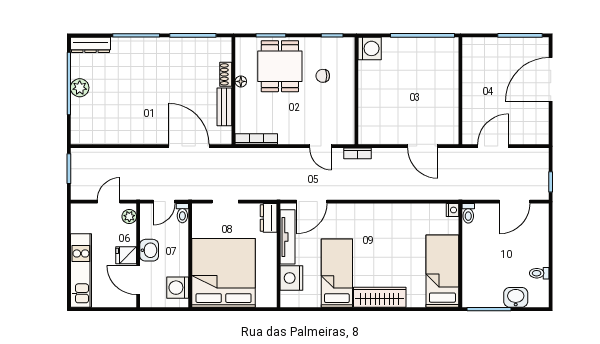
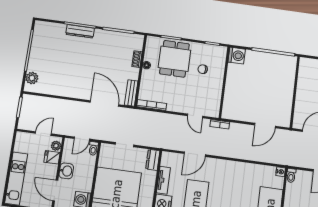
dresser: (90, 45) -> (80, 31), moved
plant: (80, 88) -> (32, 78), moved
bench: (224, 107) -> (131, 93), moved
door: (423, 146) -> (265, 126), hinge flipped
door: (312, 202) -> (195, 154), moved
tv unit: (288, 237) -> (163, 180), width x0.71
fridge: (126, 255) -> (52, 157), moved

